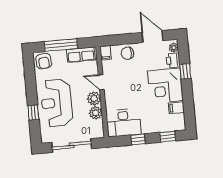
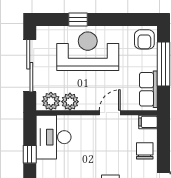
armchair: (44, 61) -> (144, 39), turned -85
plant: (94, 99) -> (51, 101), moved

